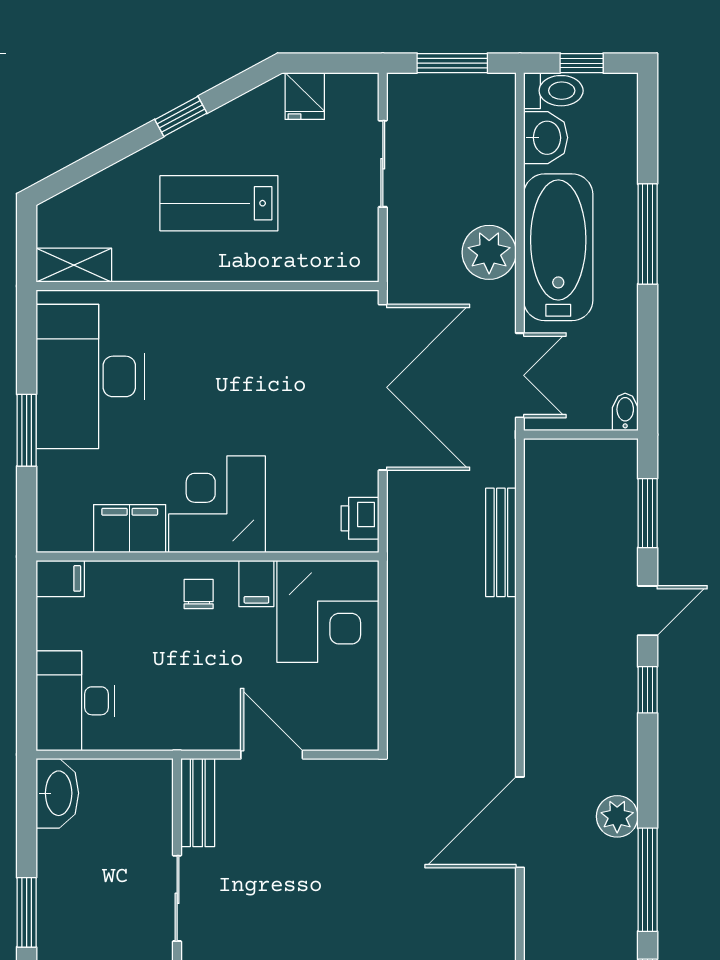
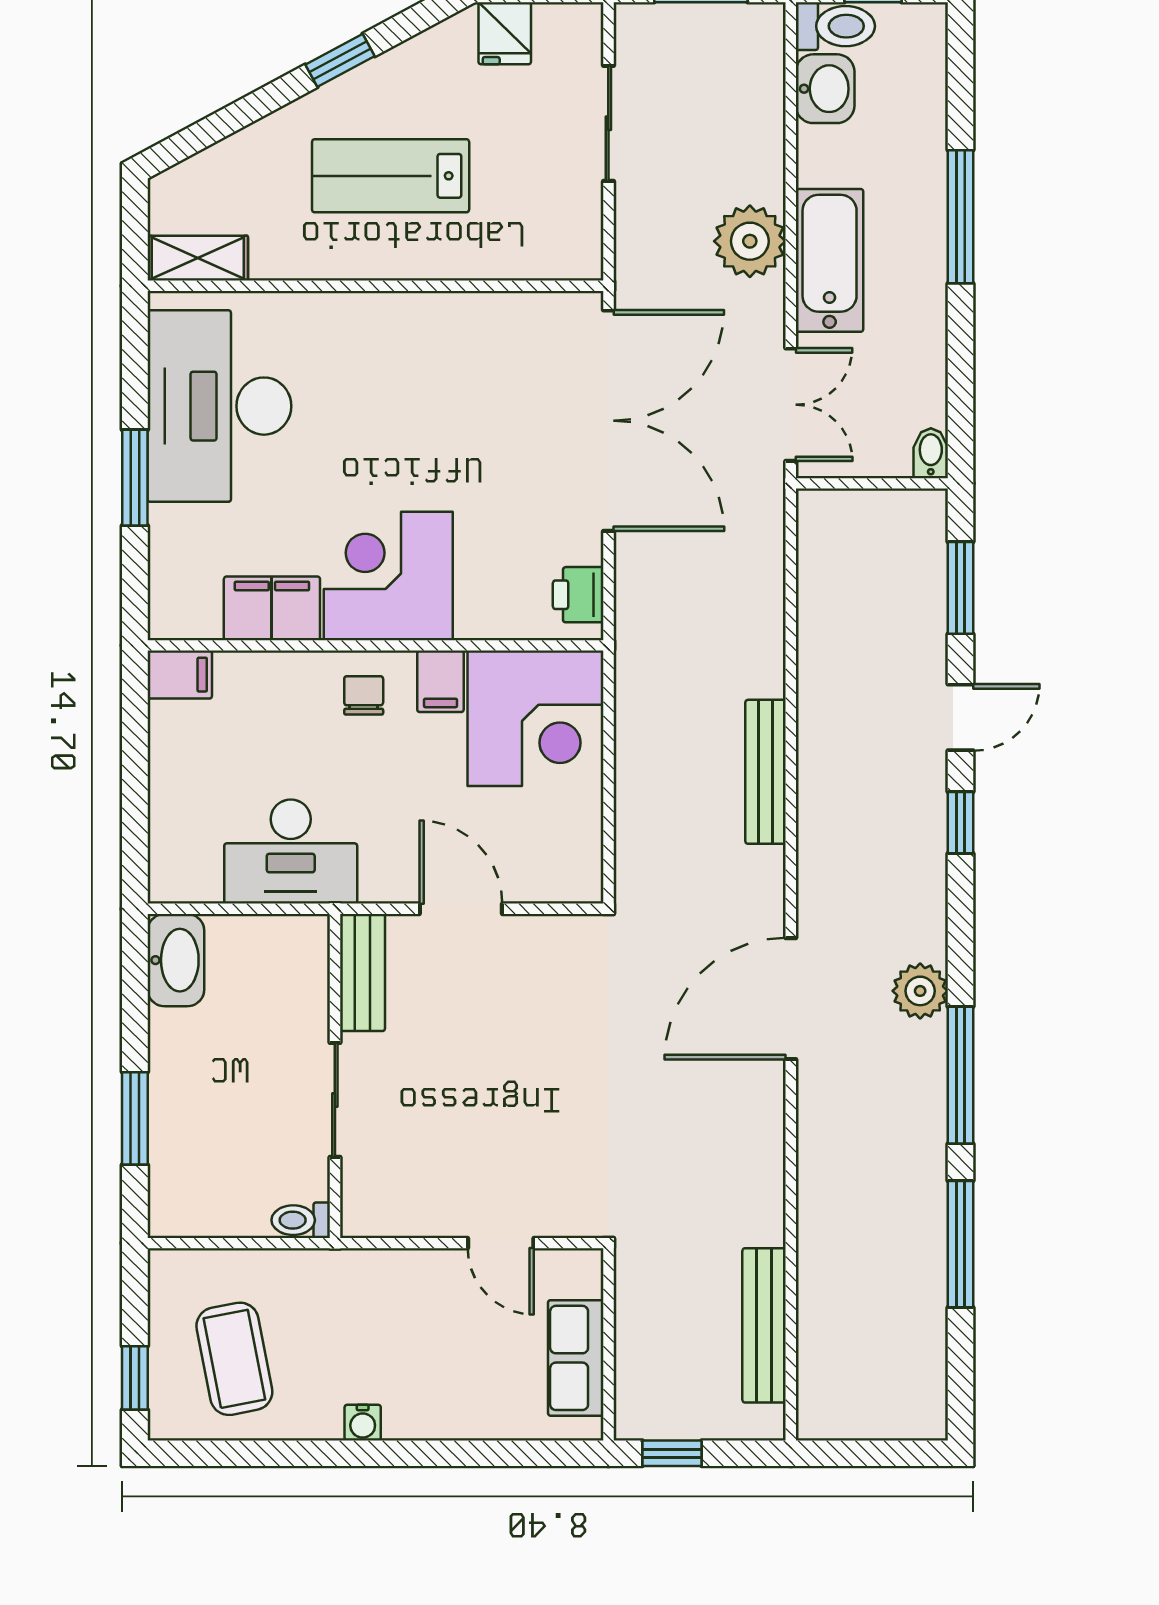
bathtub: (558, 247) -> (830, 260), width x0.73, depth x0.73
bench: (501, 542) -> (766, 772), moved
desk: (75, 701) -> (291, 852), moved, turned -90

